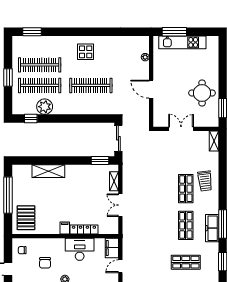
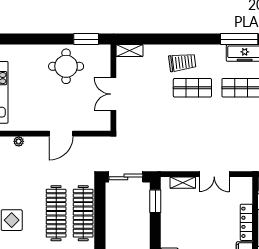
clothes rail: (91, 106) -> (83, 213), added

